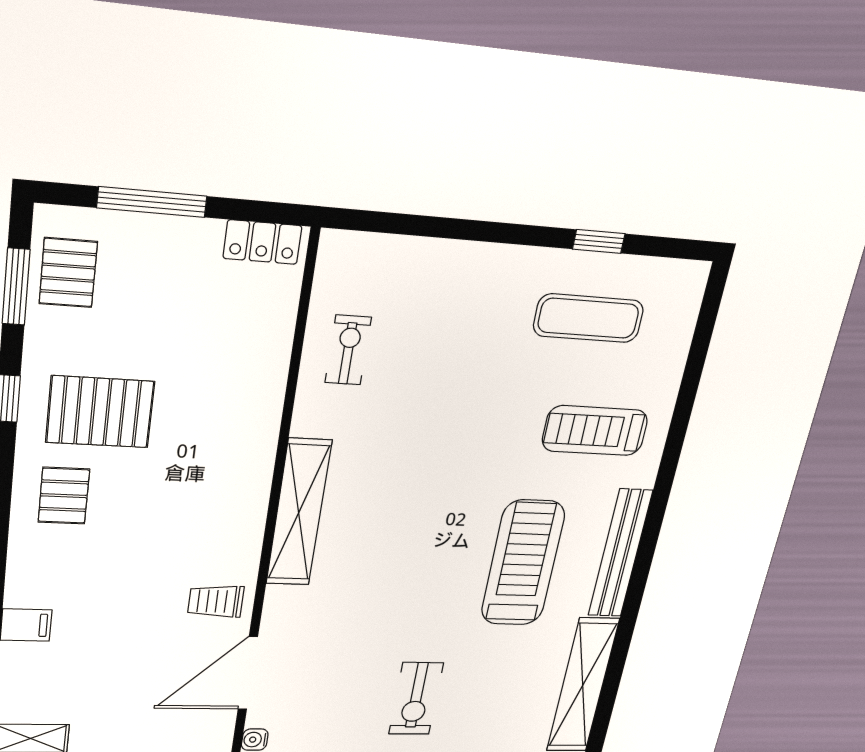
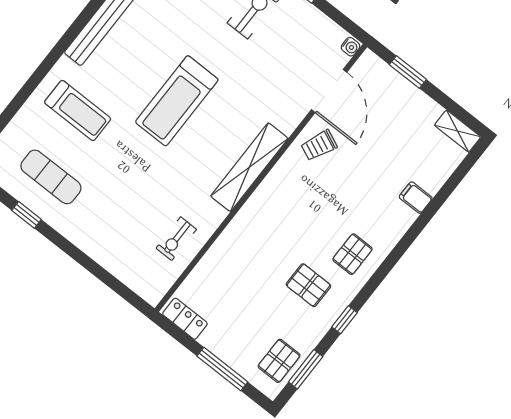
pallet: (100, 412) -> (308, 285), width x0.67, depth x0.71
treadmill: (523, 563) -> (177, 101), moved
trolley: (216, 601) -> (319, 145), turned 114
door: (248, 673) -> (329, 91), hinge flipped

